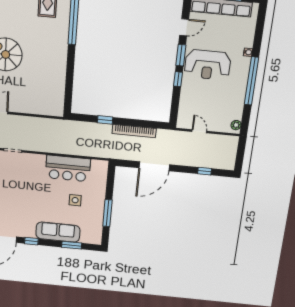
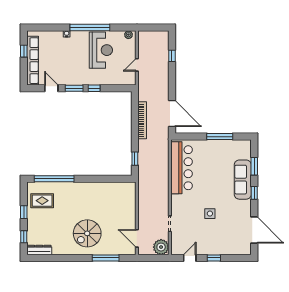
reception desk: (208, 65) -> (101, 50), moved
window: (105, 120) -> (135, 159), moved
door: (154, 166) -> (172, 113), moved
bar counter: (68, 168) -> (182, 168), width x1.36
side table: (75, 200) -> (210, 214), moved
window: (31, 241) -> (254, 193), moved

